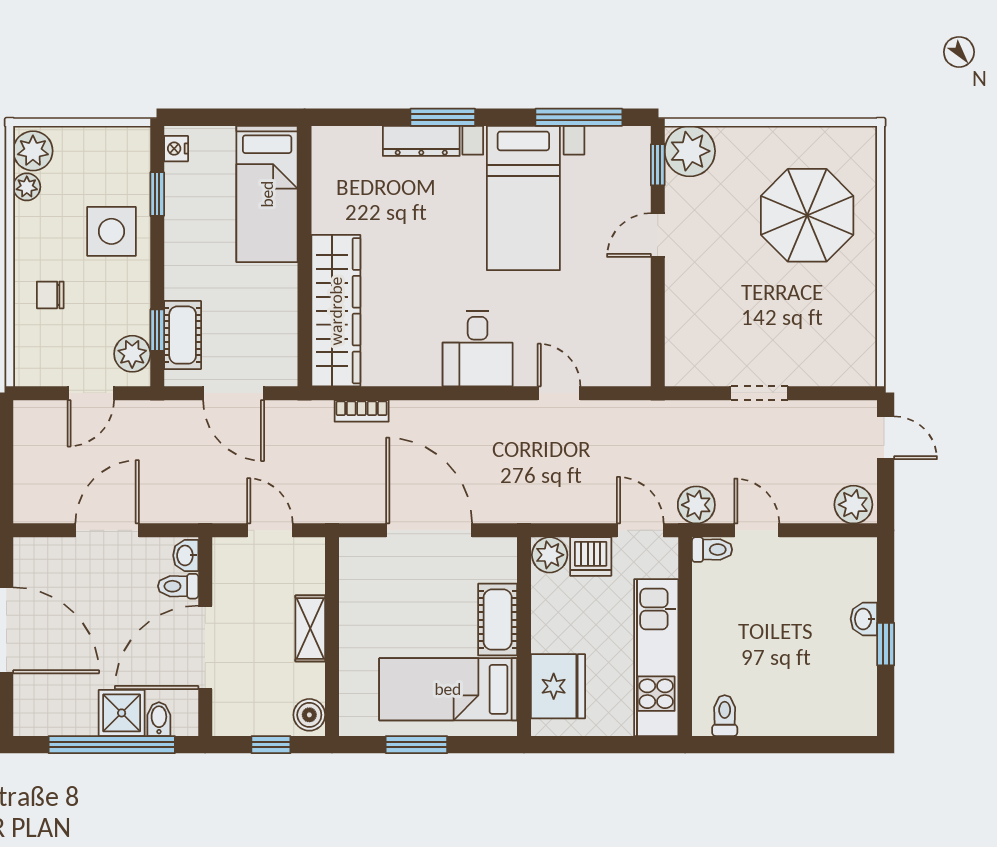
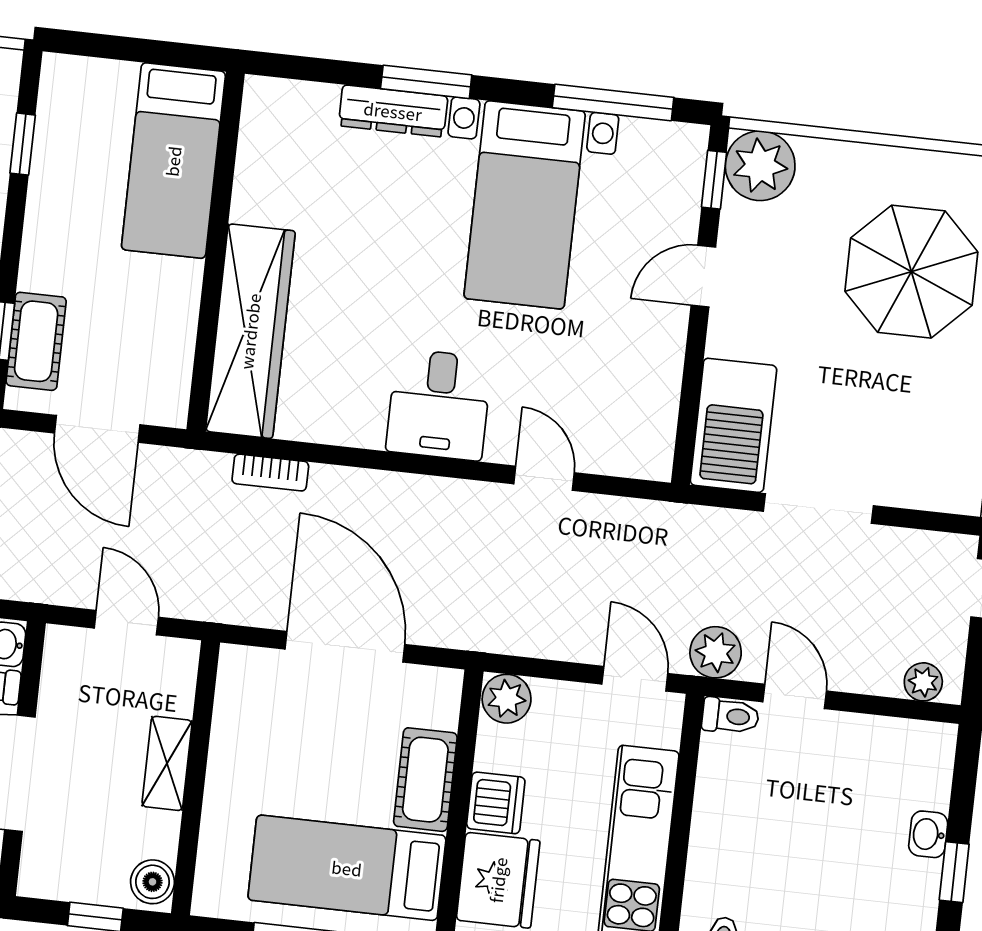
nightstand: (176, 149) -> (55, 84), removed
barbecue: (691, 340) -> (733, 425), added
doorway: (759, 393) -> (818, 509), width x1.38
plant: (853, 505) -> (923, 682), width x0.73, depth x0.73
dishwasher: (591, 557) -> (496, 803), moved, turned -90

